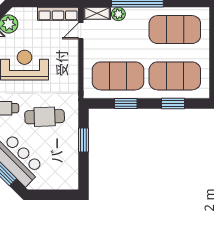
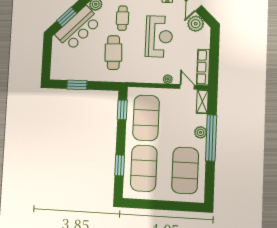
plant: (118, 14) -> (201, 132), moved
plant: (73, 53) -> (168, 79), added
window: (126, 103) -> (122, 110), moved
window: (83, 140) -> (77, 85), moved

